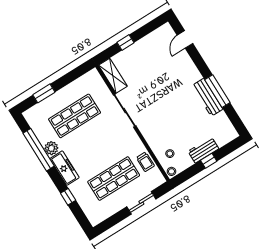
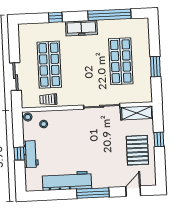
door: (185, 39) -> (133, 191), hinge flipped
pallet: (146, 56) -> (137, 150), added
window: (217, 91) -> (93, 193), moved
window: (44, 93) -> (155, 67), moved
workbench: (207, 97) -> (67, 181), width x1.36, depth x1.32
plant: (51, 148) -> (105, 26), removed

